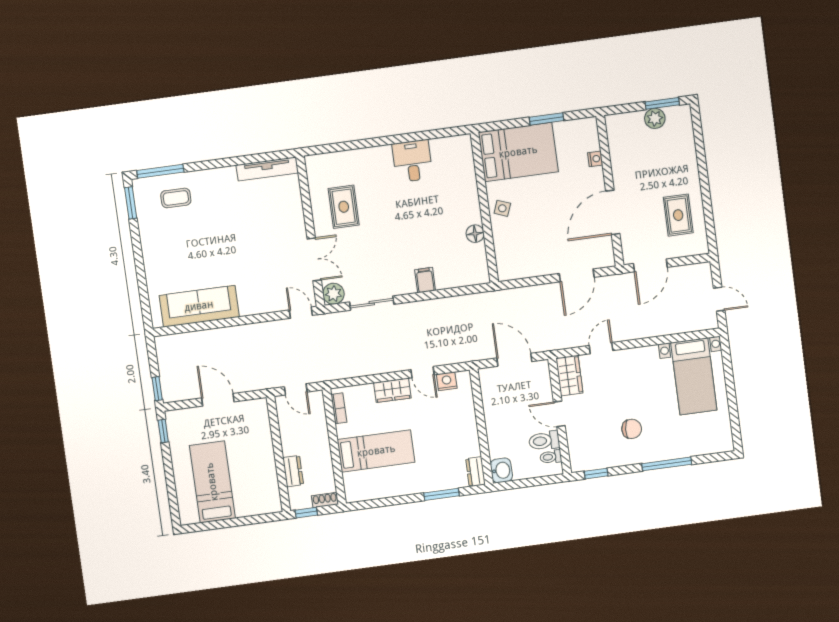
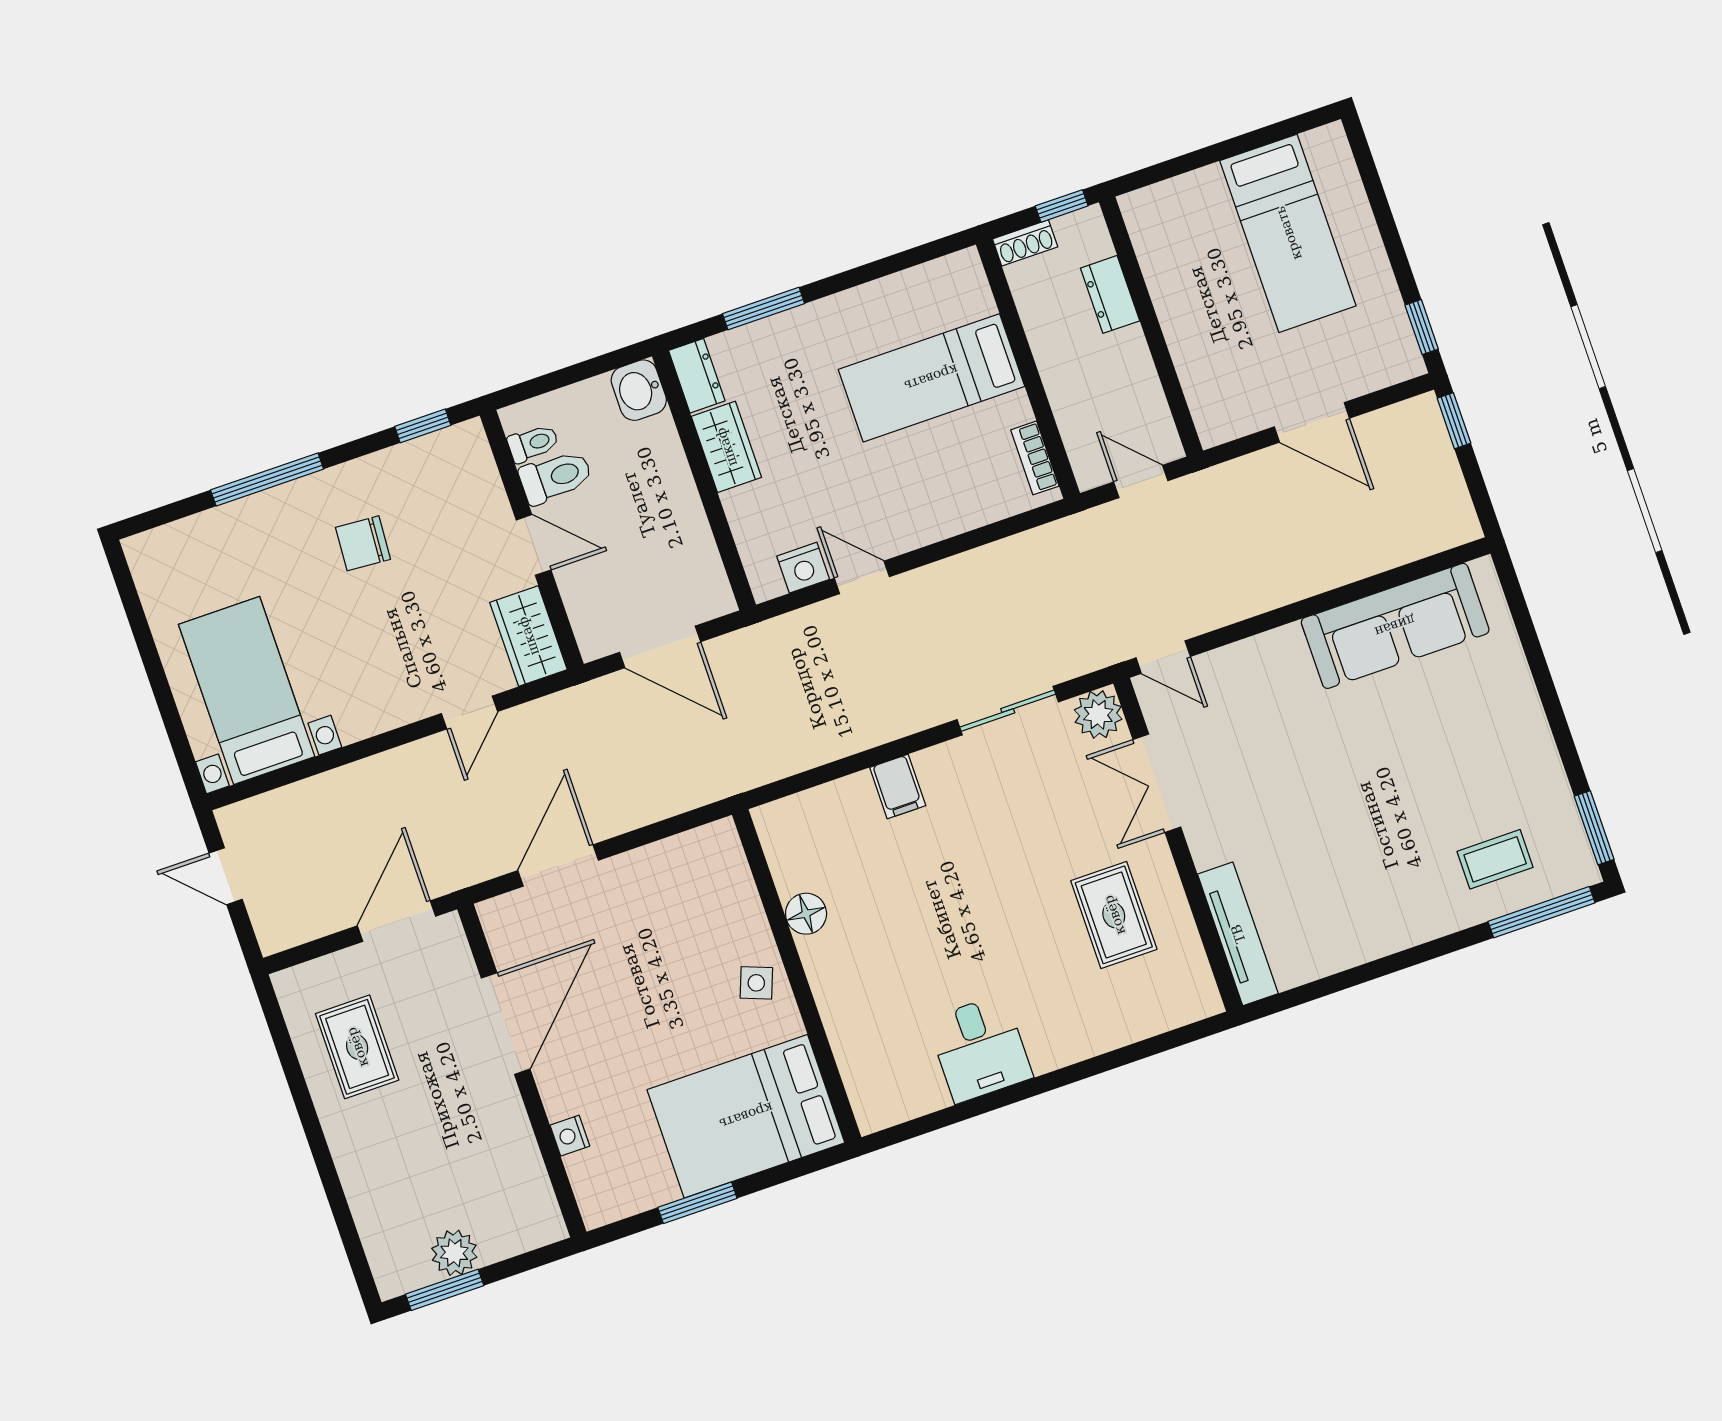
tv unit: (267, 169) -> (1238, 934), moved, turned 90
wardrobe: (392, 390) -> (726, 447), moved, turned 90

